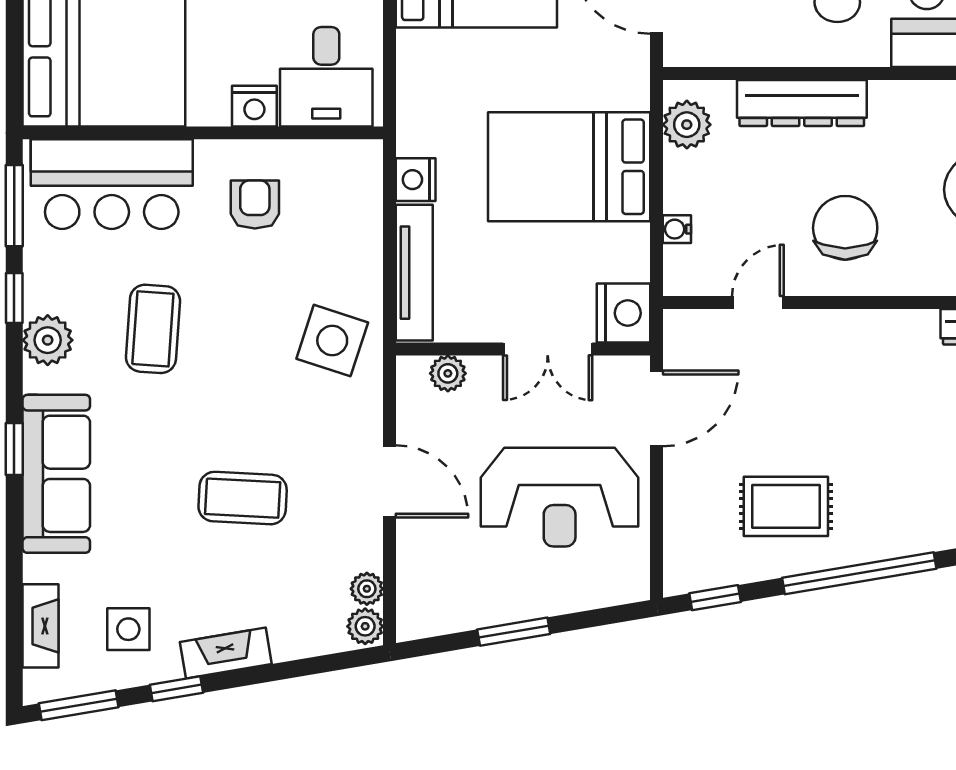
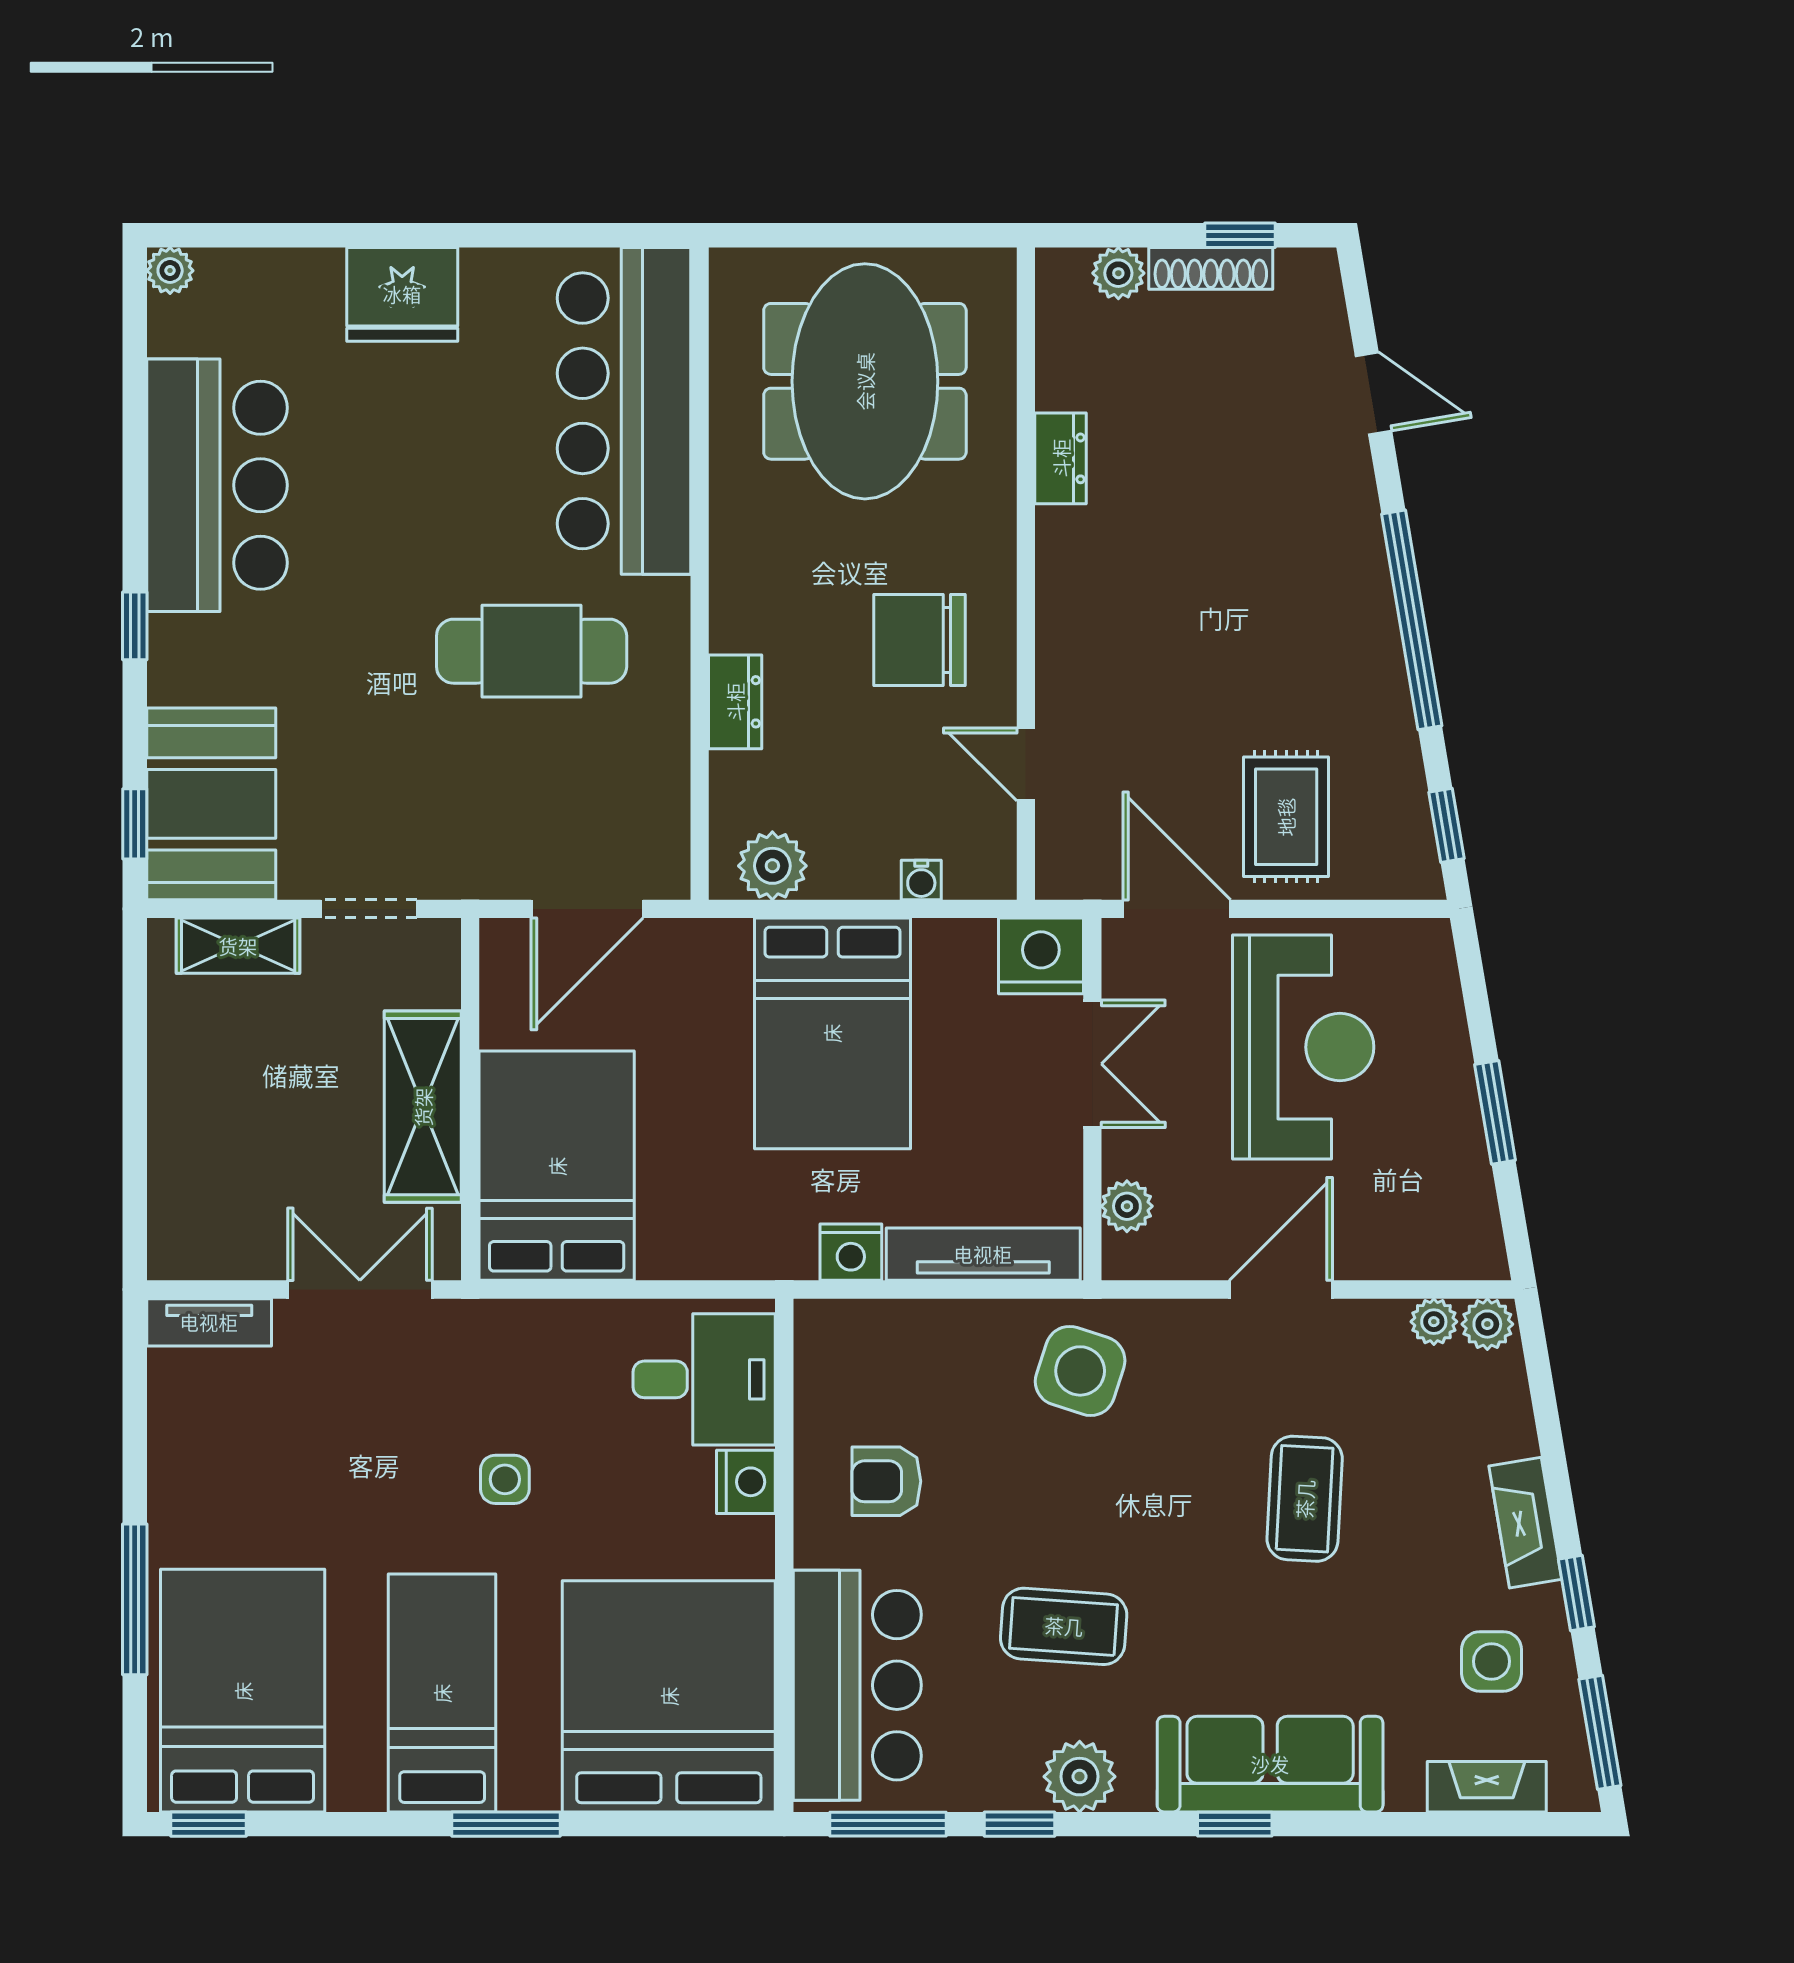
dresser: (802, 103) -> (735, 702), width x0.51, depth x0.80
rug: (786, 506) -> (1286, 817), moved

